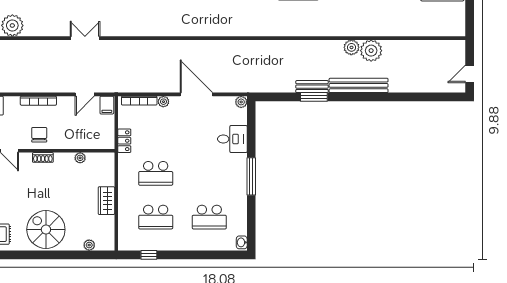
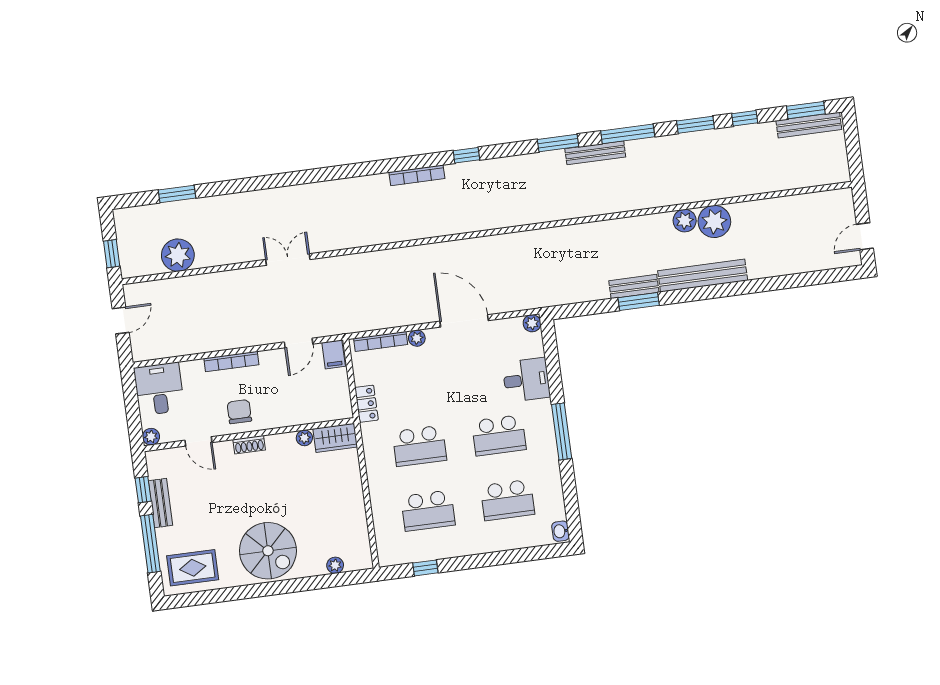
school desk: (209, 173) -> (499, 435), added
wardrobe: (106, 201) -> (335, 438), moved, turned -90
spiral stairs: (46, 230) -> (268, 551), turned 180

